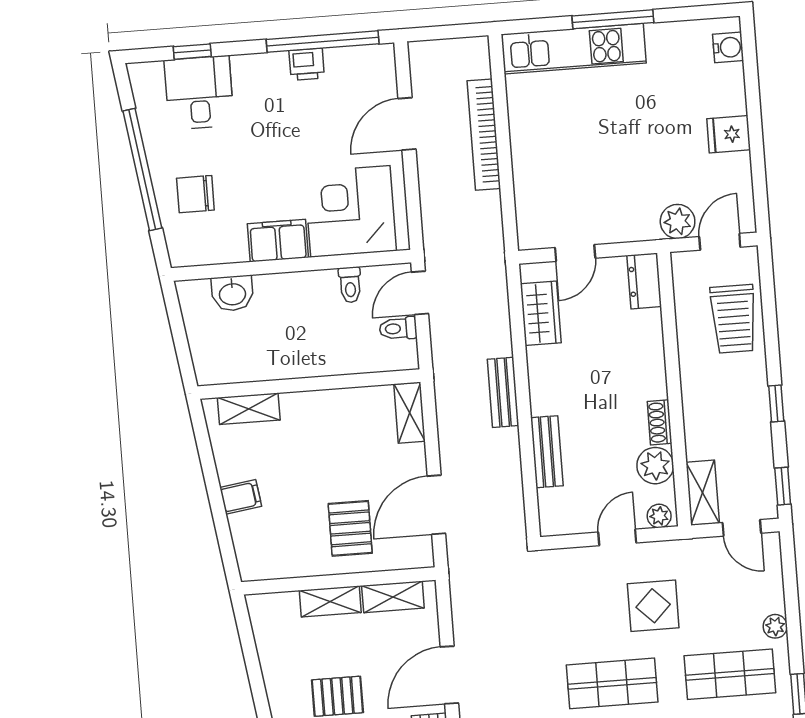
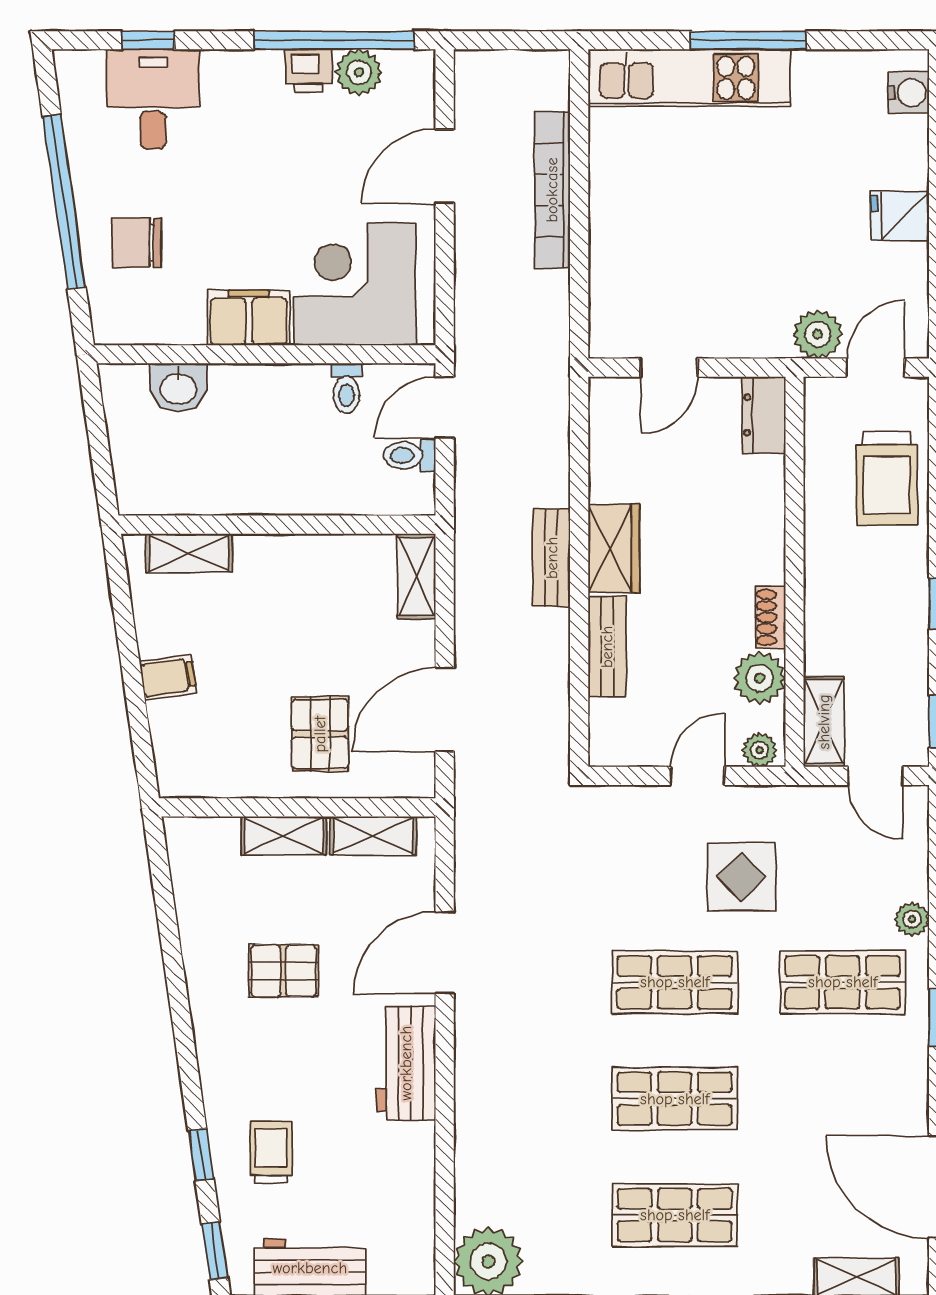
plant: (342, 63) -> (359, 72), added
wardrobe: (541, 313) -> (614, 549), moved

